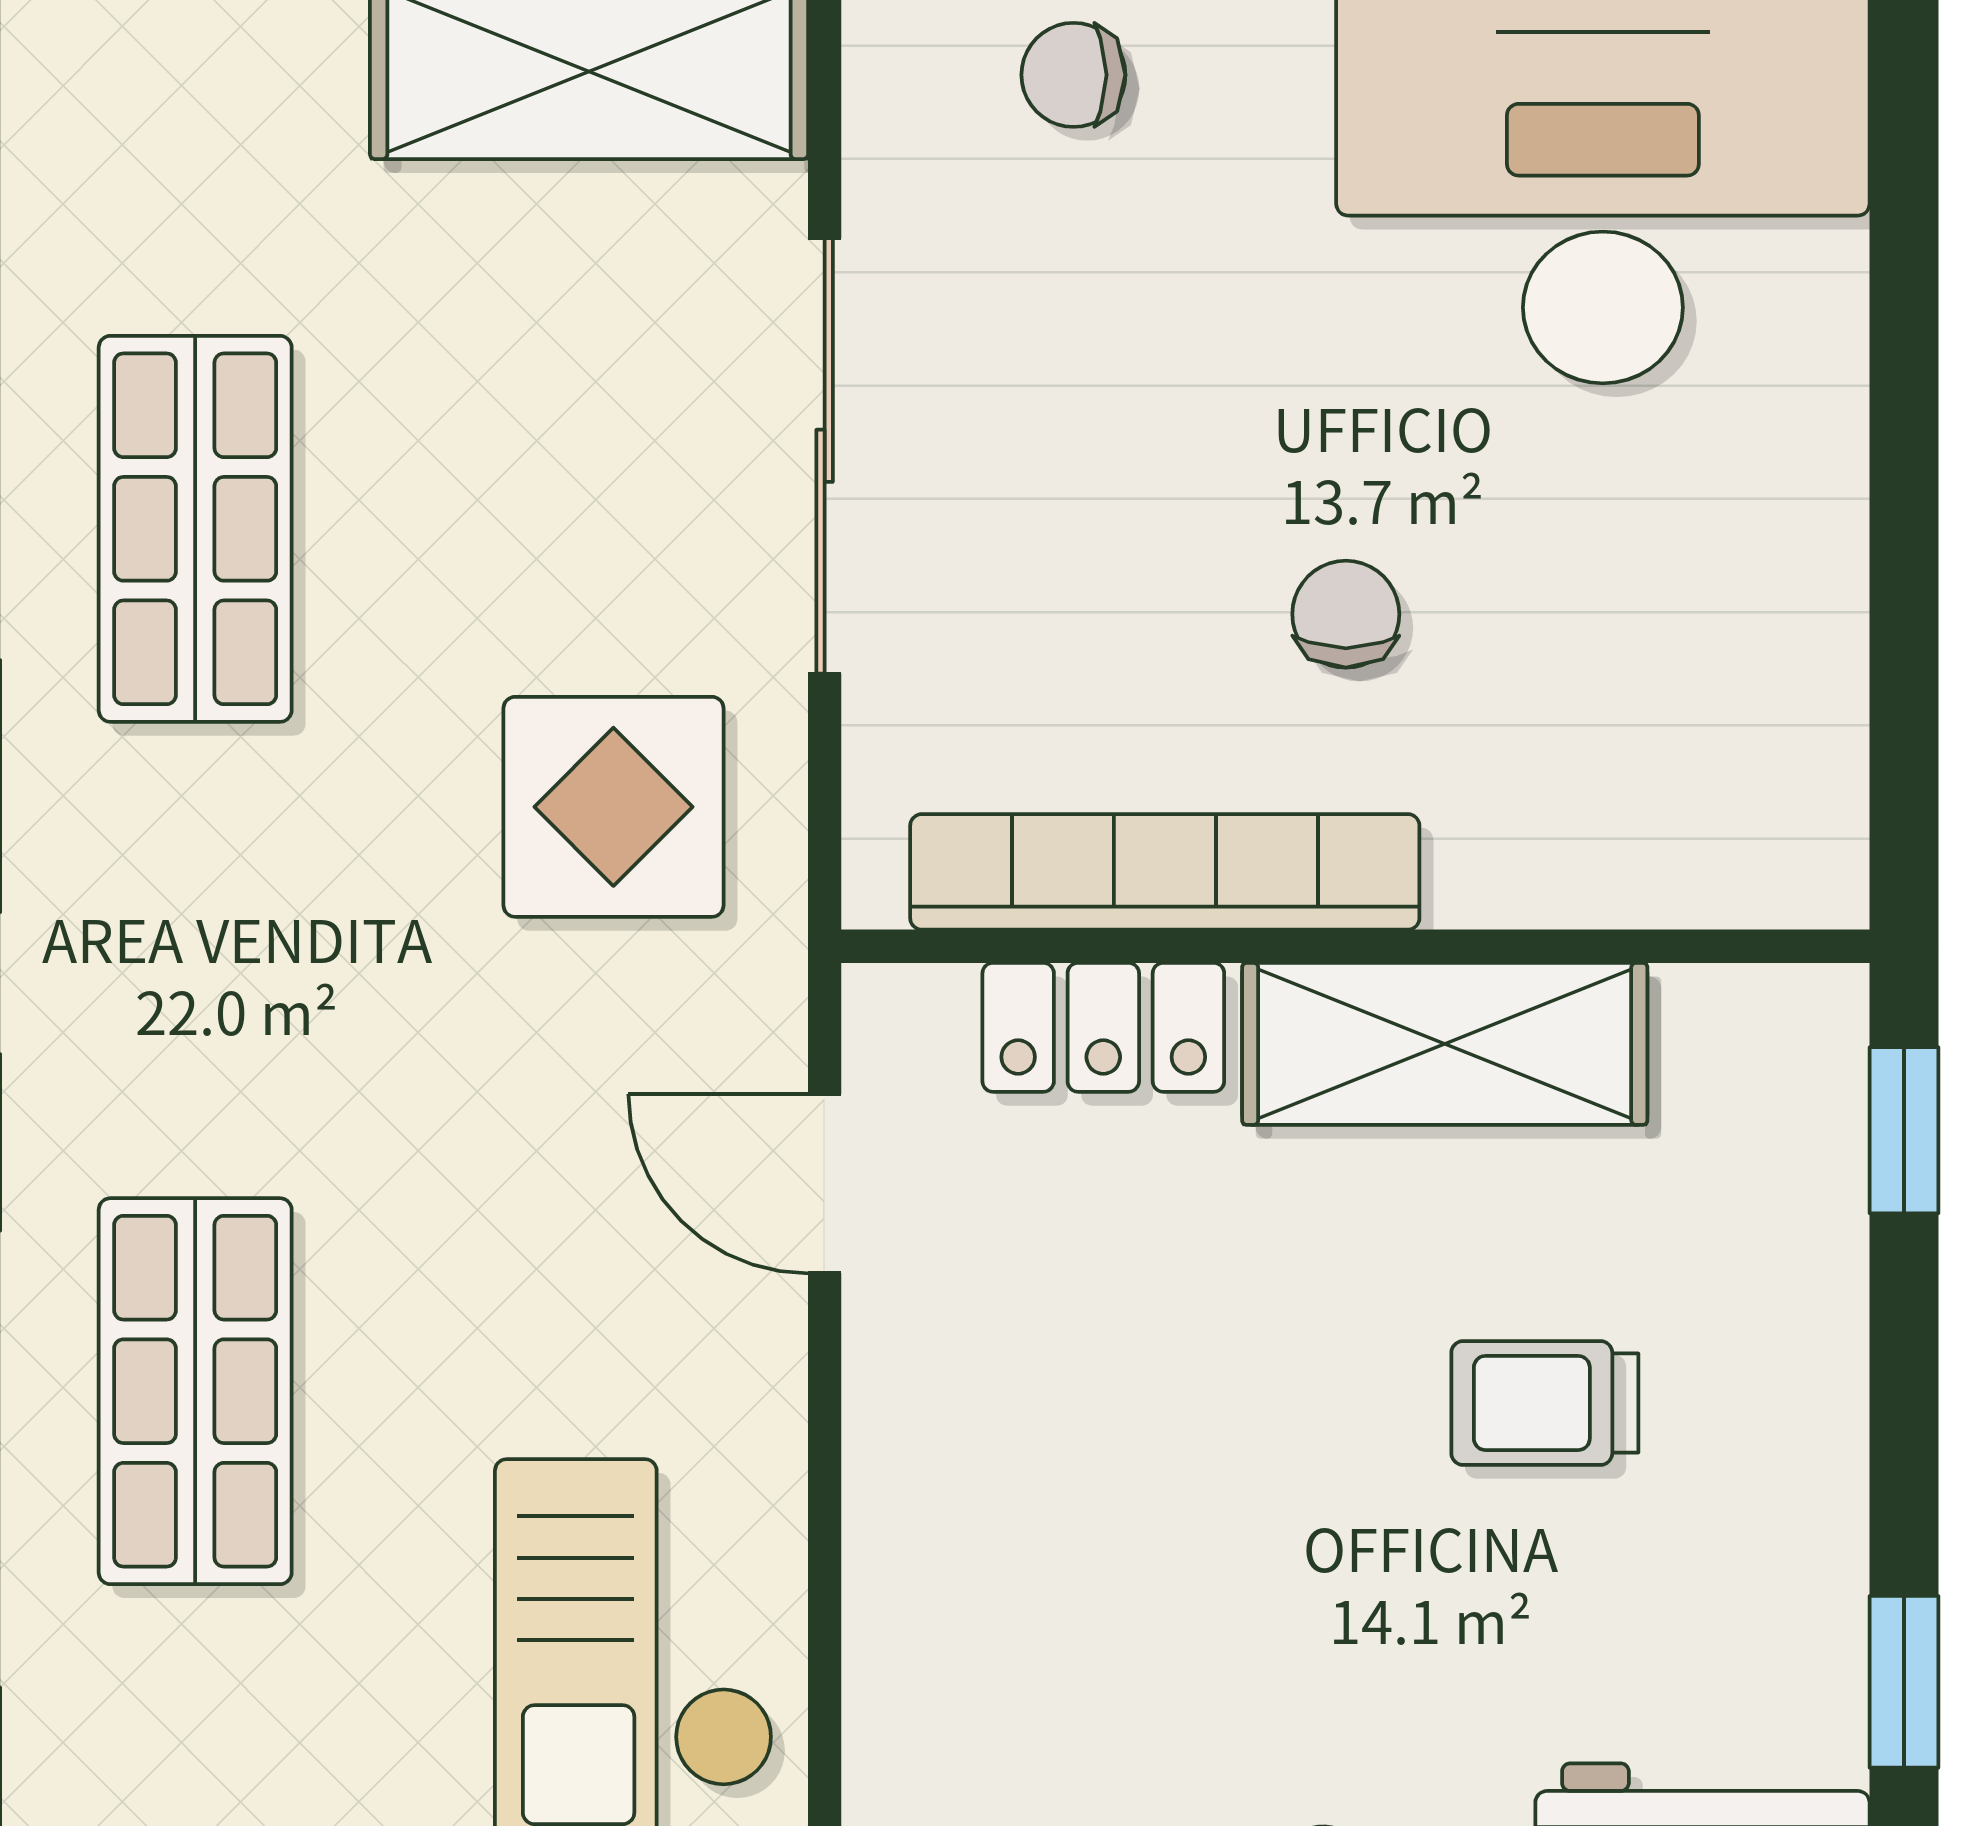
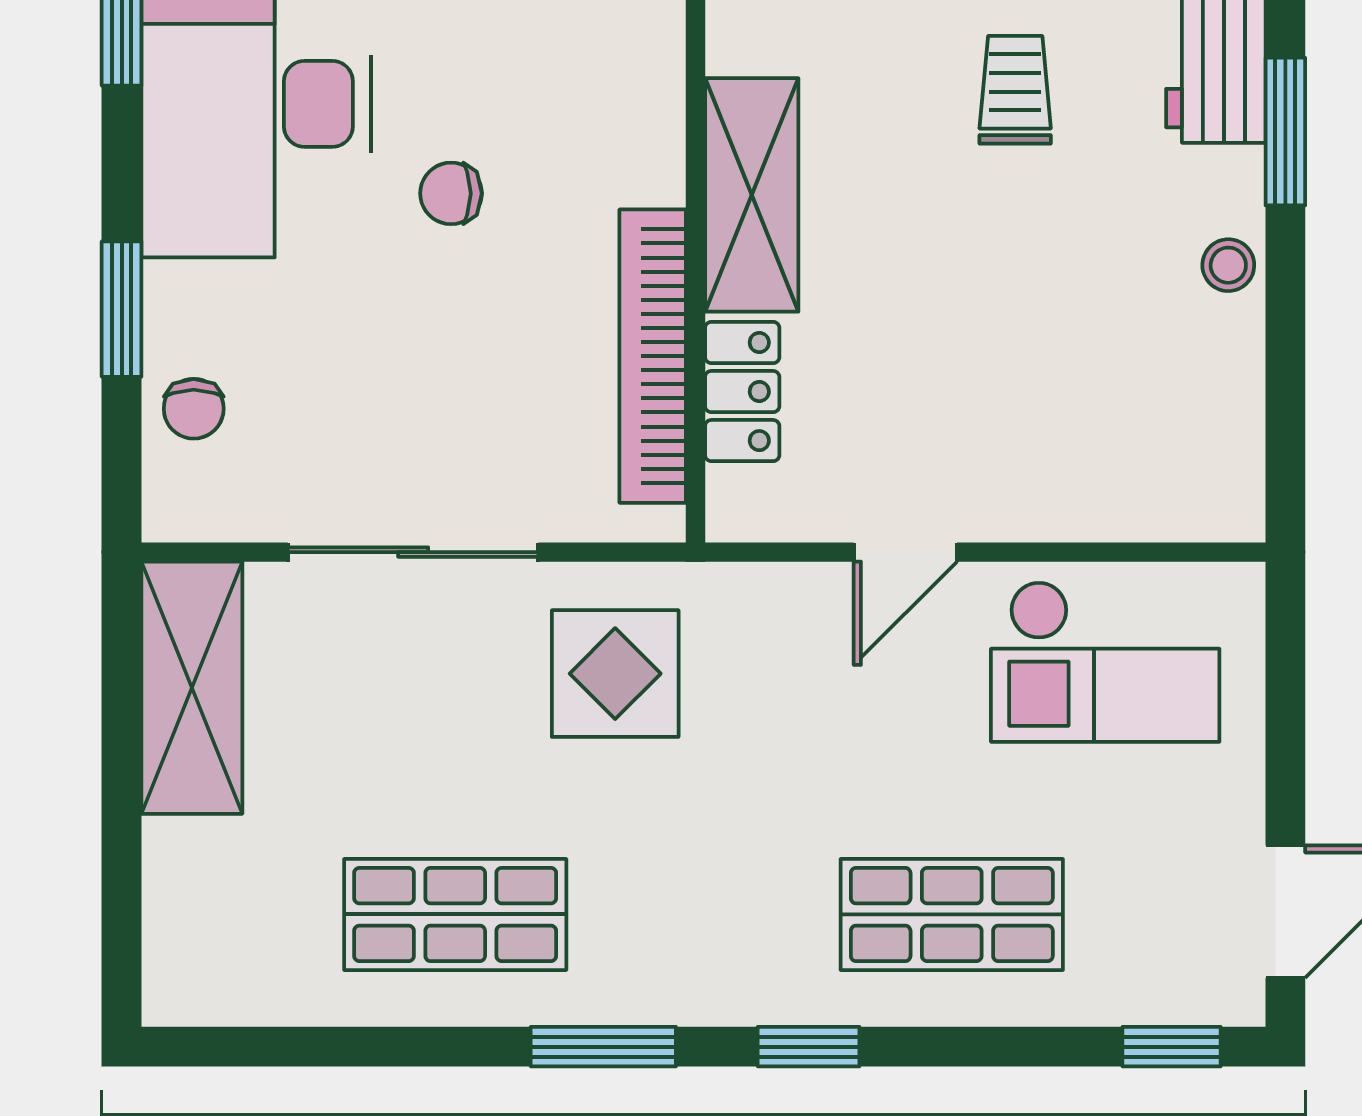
chair: (1346, 614) -> (451, 193), moved
door: (825, 1184) -> (905, 552), moved
trolley: (1545, 1403) -> (1015, 90), moved, turned 180

